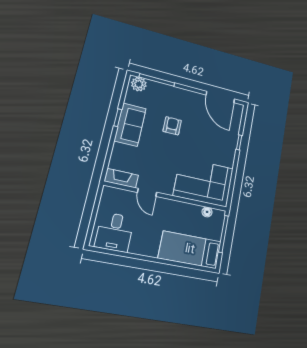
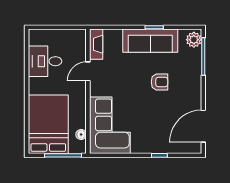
sofa: (130, 125) -> (150, 41), width x1.36
desk: (115, 232) -> (45, 61), moved
bed: (190, 250) -> (48, 124), width x1.50

